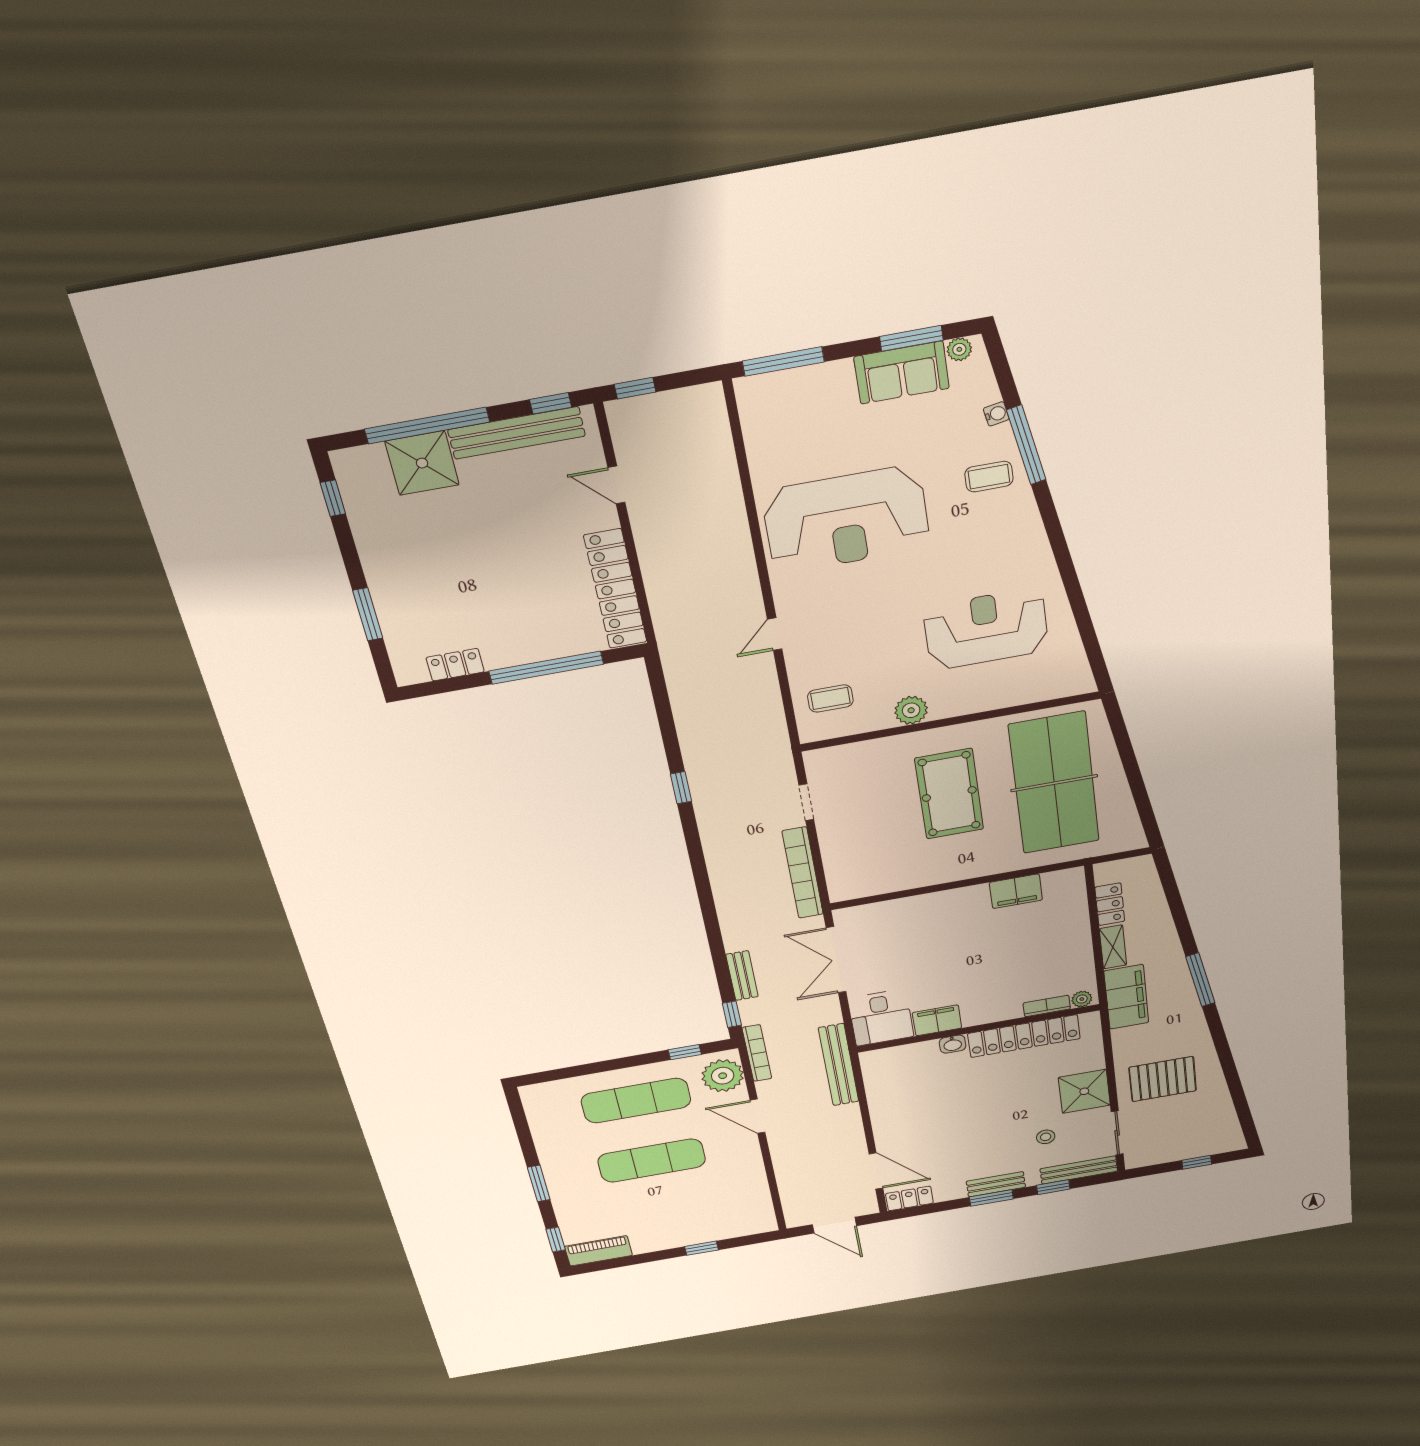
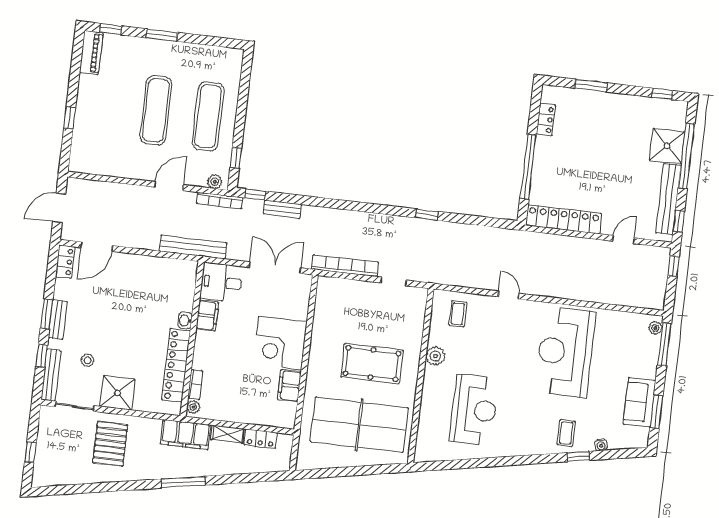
plant: (959, 349) -> (655, 328), moved
window: (1026, 445) -> (578, 457), width x0.46
corner desk: (952, 921) -> (280, 343), added
plant: (723, 1076) -> (215, 182), width x0.53, depth x0.53

